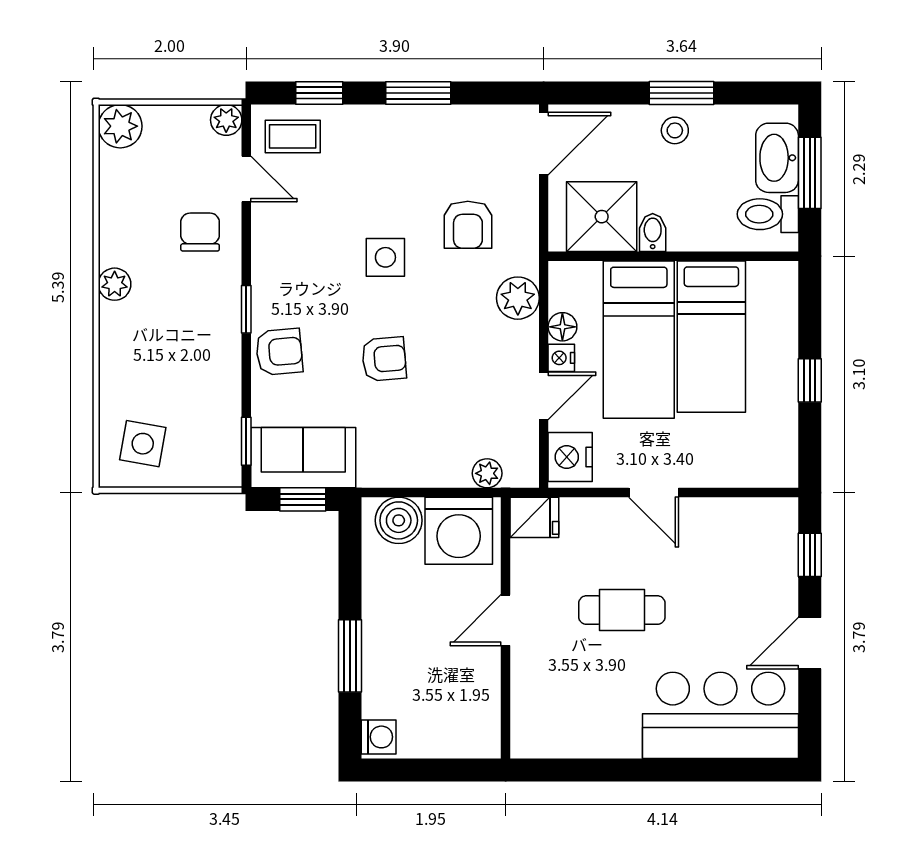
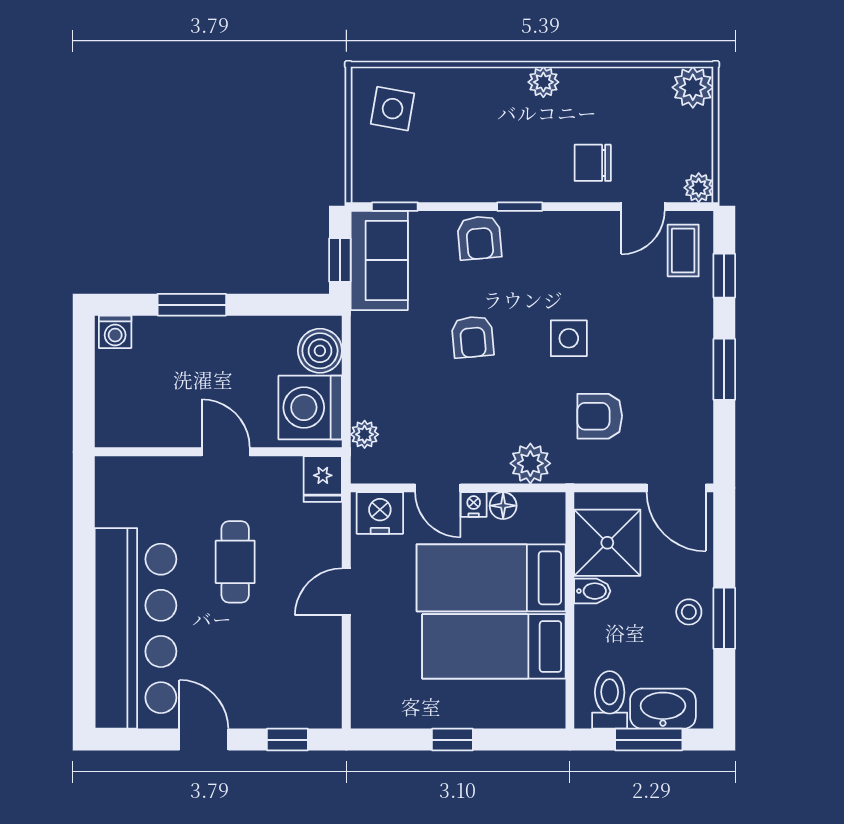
chair: (200, 232) -> (593, 163), turned 180
bar counter: (721, 715) -> (136, 628), width x1.36

